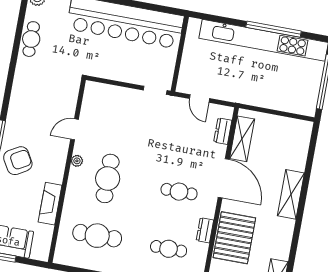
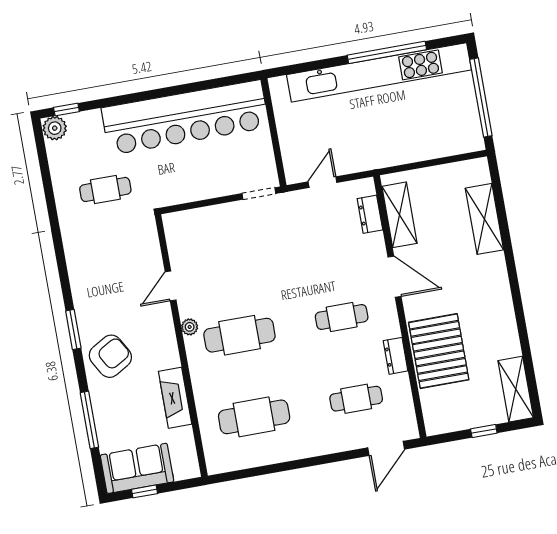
cafe table: (31, 39) -> (105, 189), moved, turned 90
door: (200, 99) -> (322, 182), swing flipped
cafe table: (108, 178) -> (239, 335), turned 90
door: (224, 178) -> (395, 277), width x0.73
shelving: (291, 194) -> (484, 219), moved

